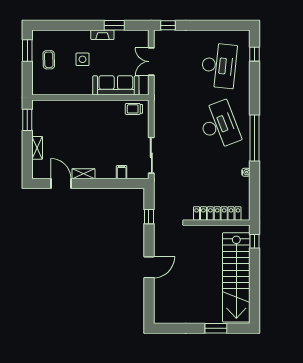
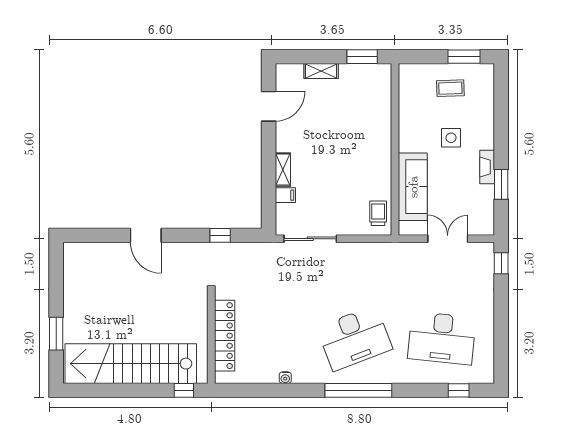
window: (255, 138) -> (358, 390), moved
shelving: (83, 174) -> (283, 170), moved

